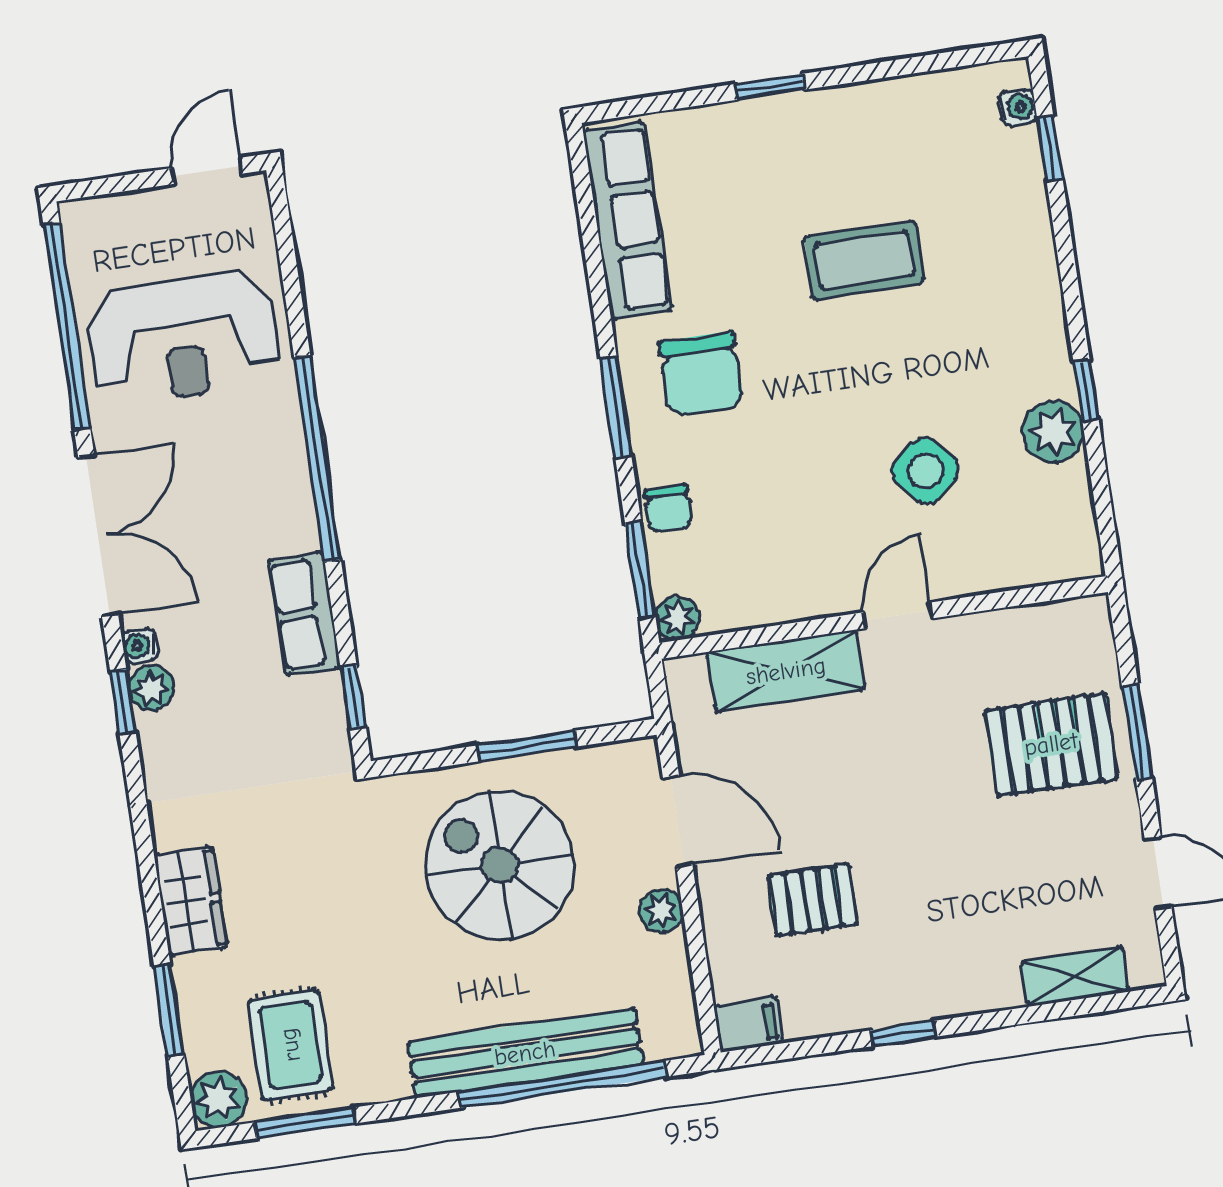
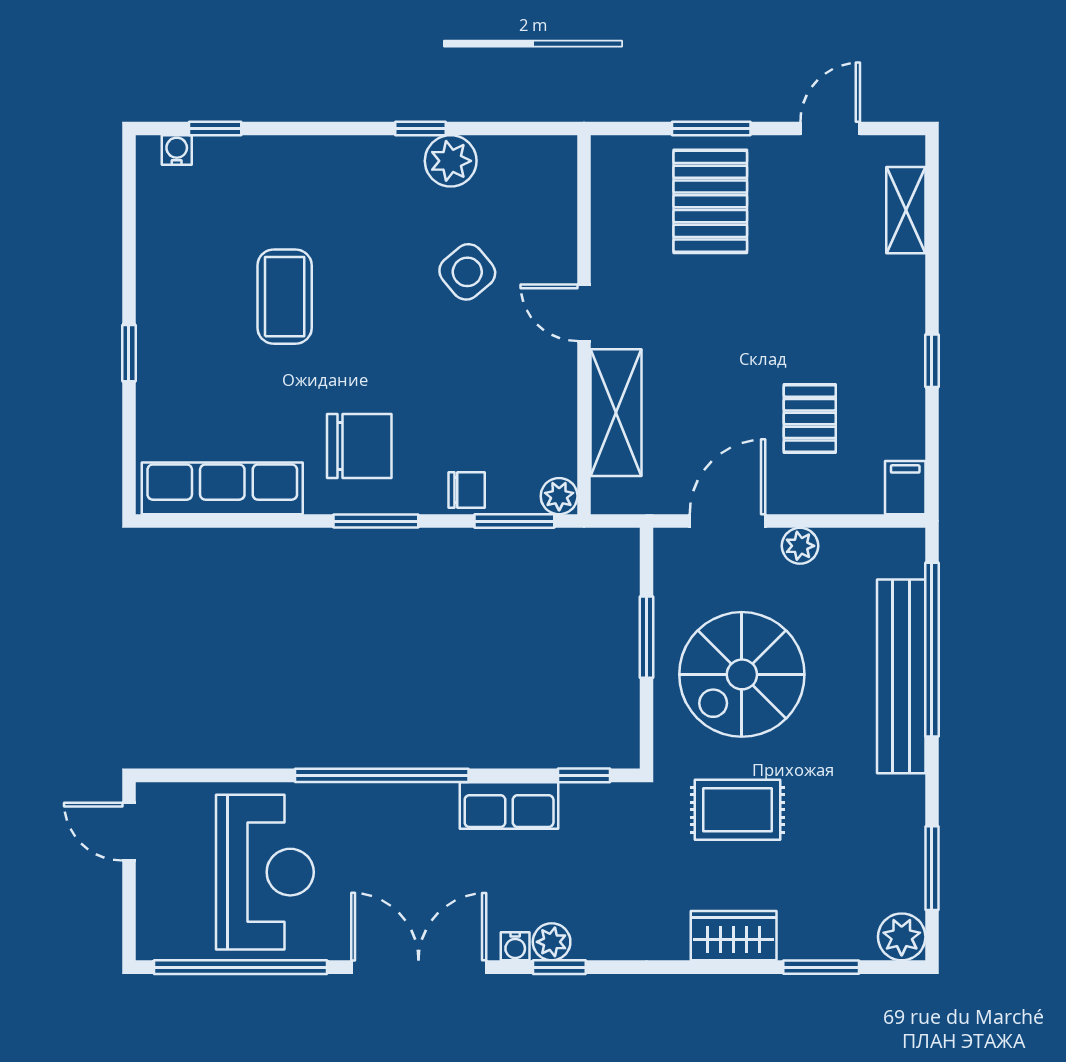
rug: (290, 1045) -> (737, 810), moved

